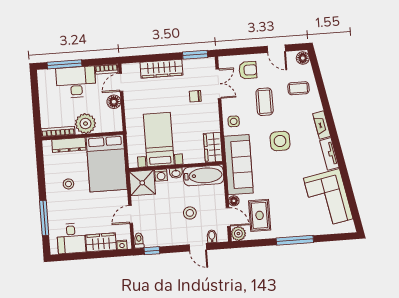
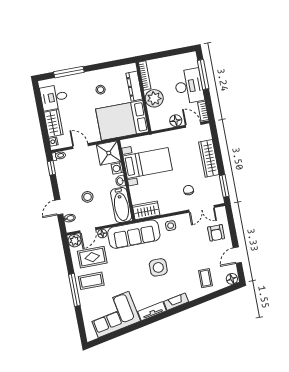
coffee table: (265, 102) -> (91, 281), moved

